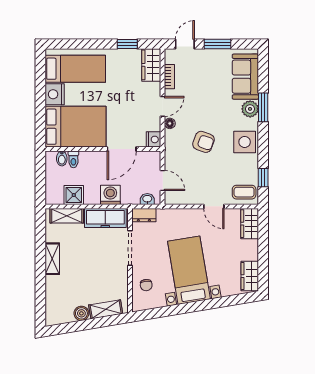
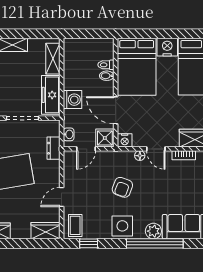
window: (263, 107) -> (155, 243), width x2.11
bidet: (62, 158) -> (107, 76), moved
shower: (74, 195) -> (105, 138), moved
dresser: (144, 215) -> (54, 148), moved

